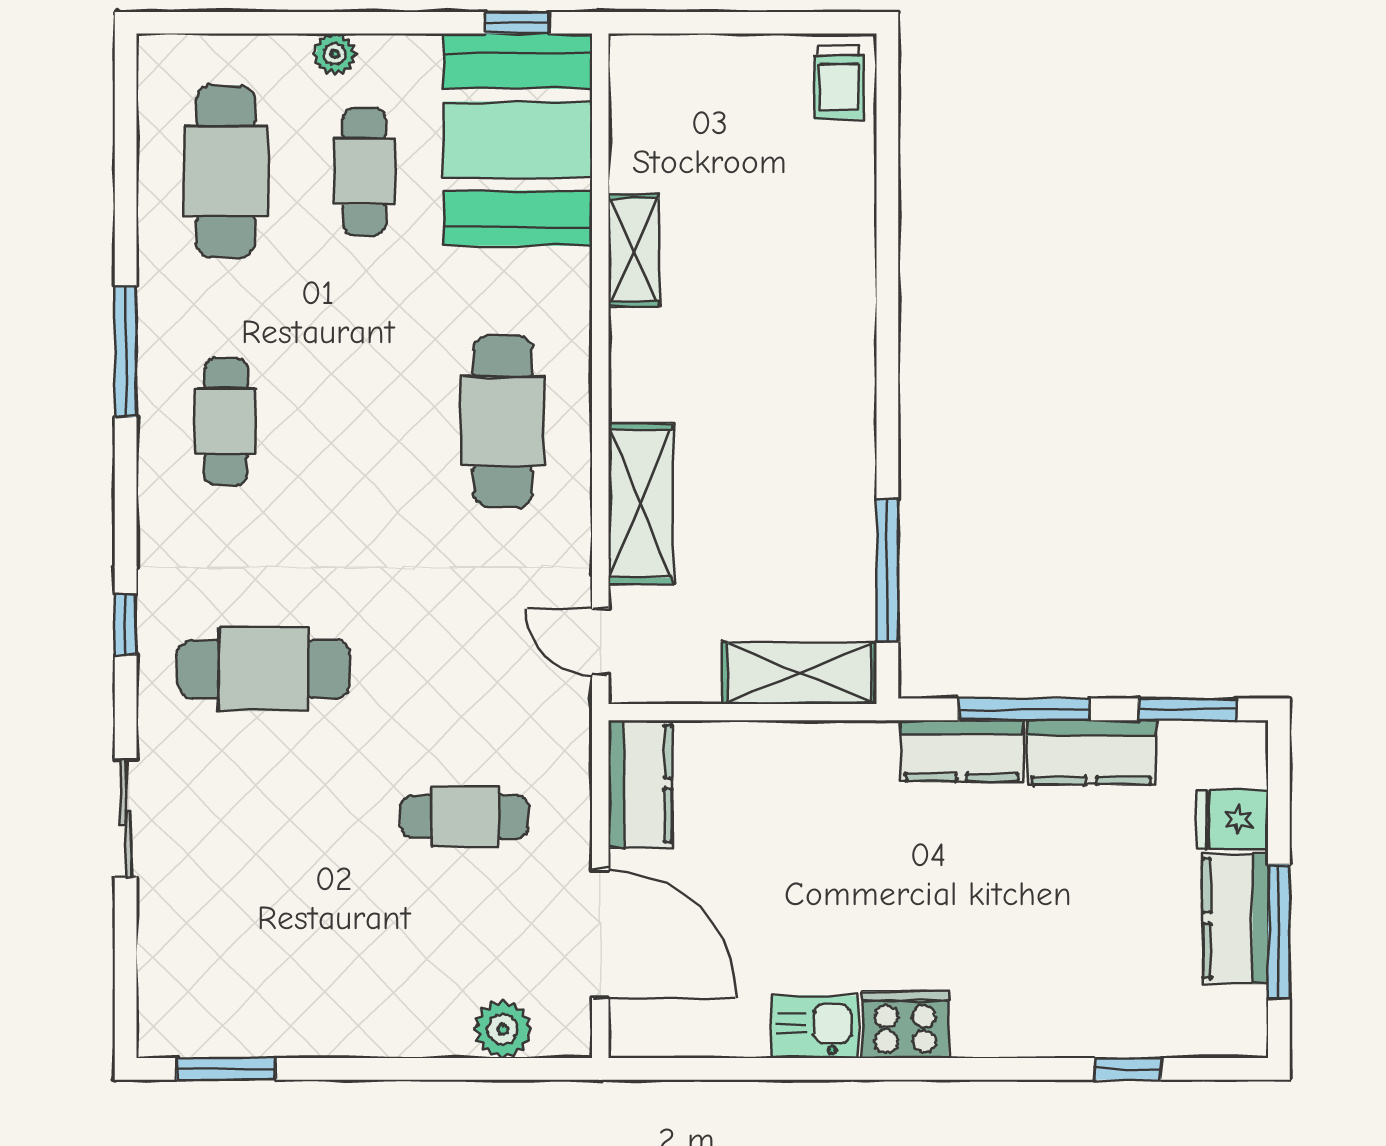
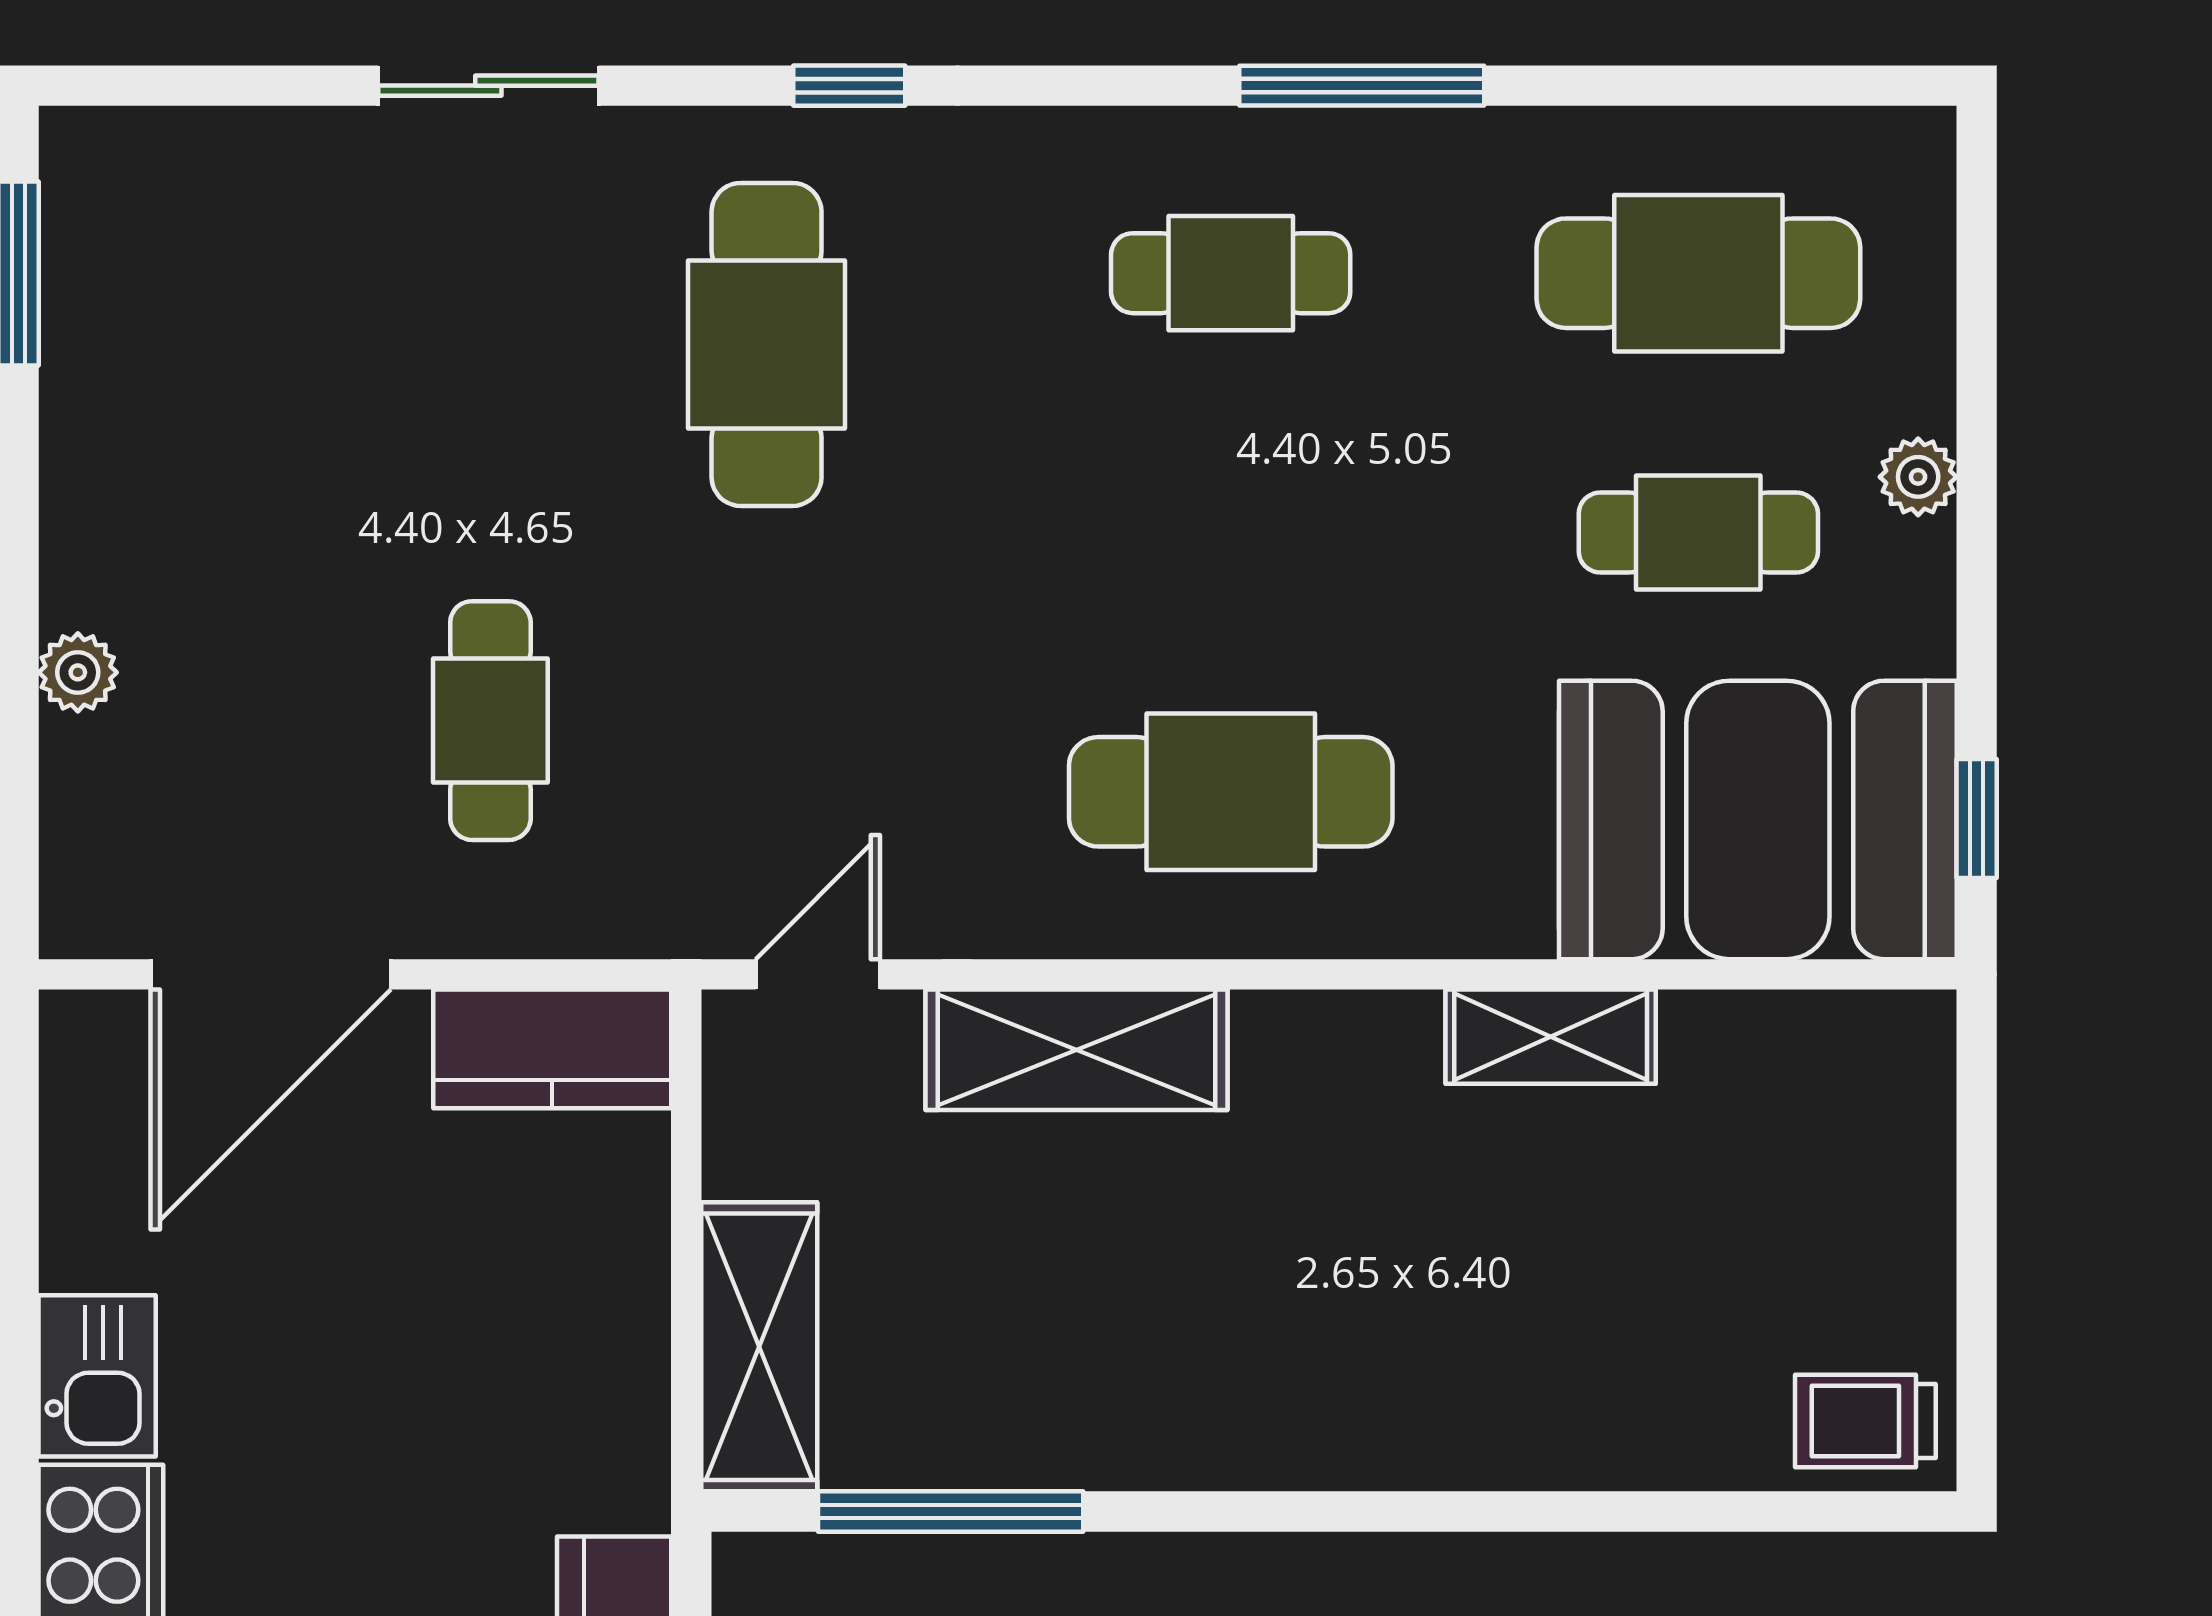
plant: (503, 1029) -> (78, 672), moved, width x0.73, depth x0.73

